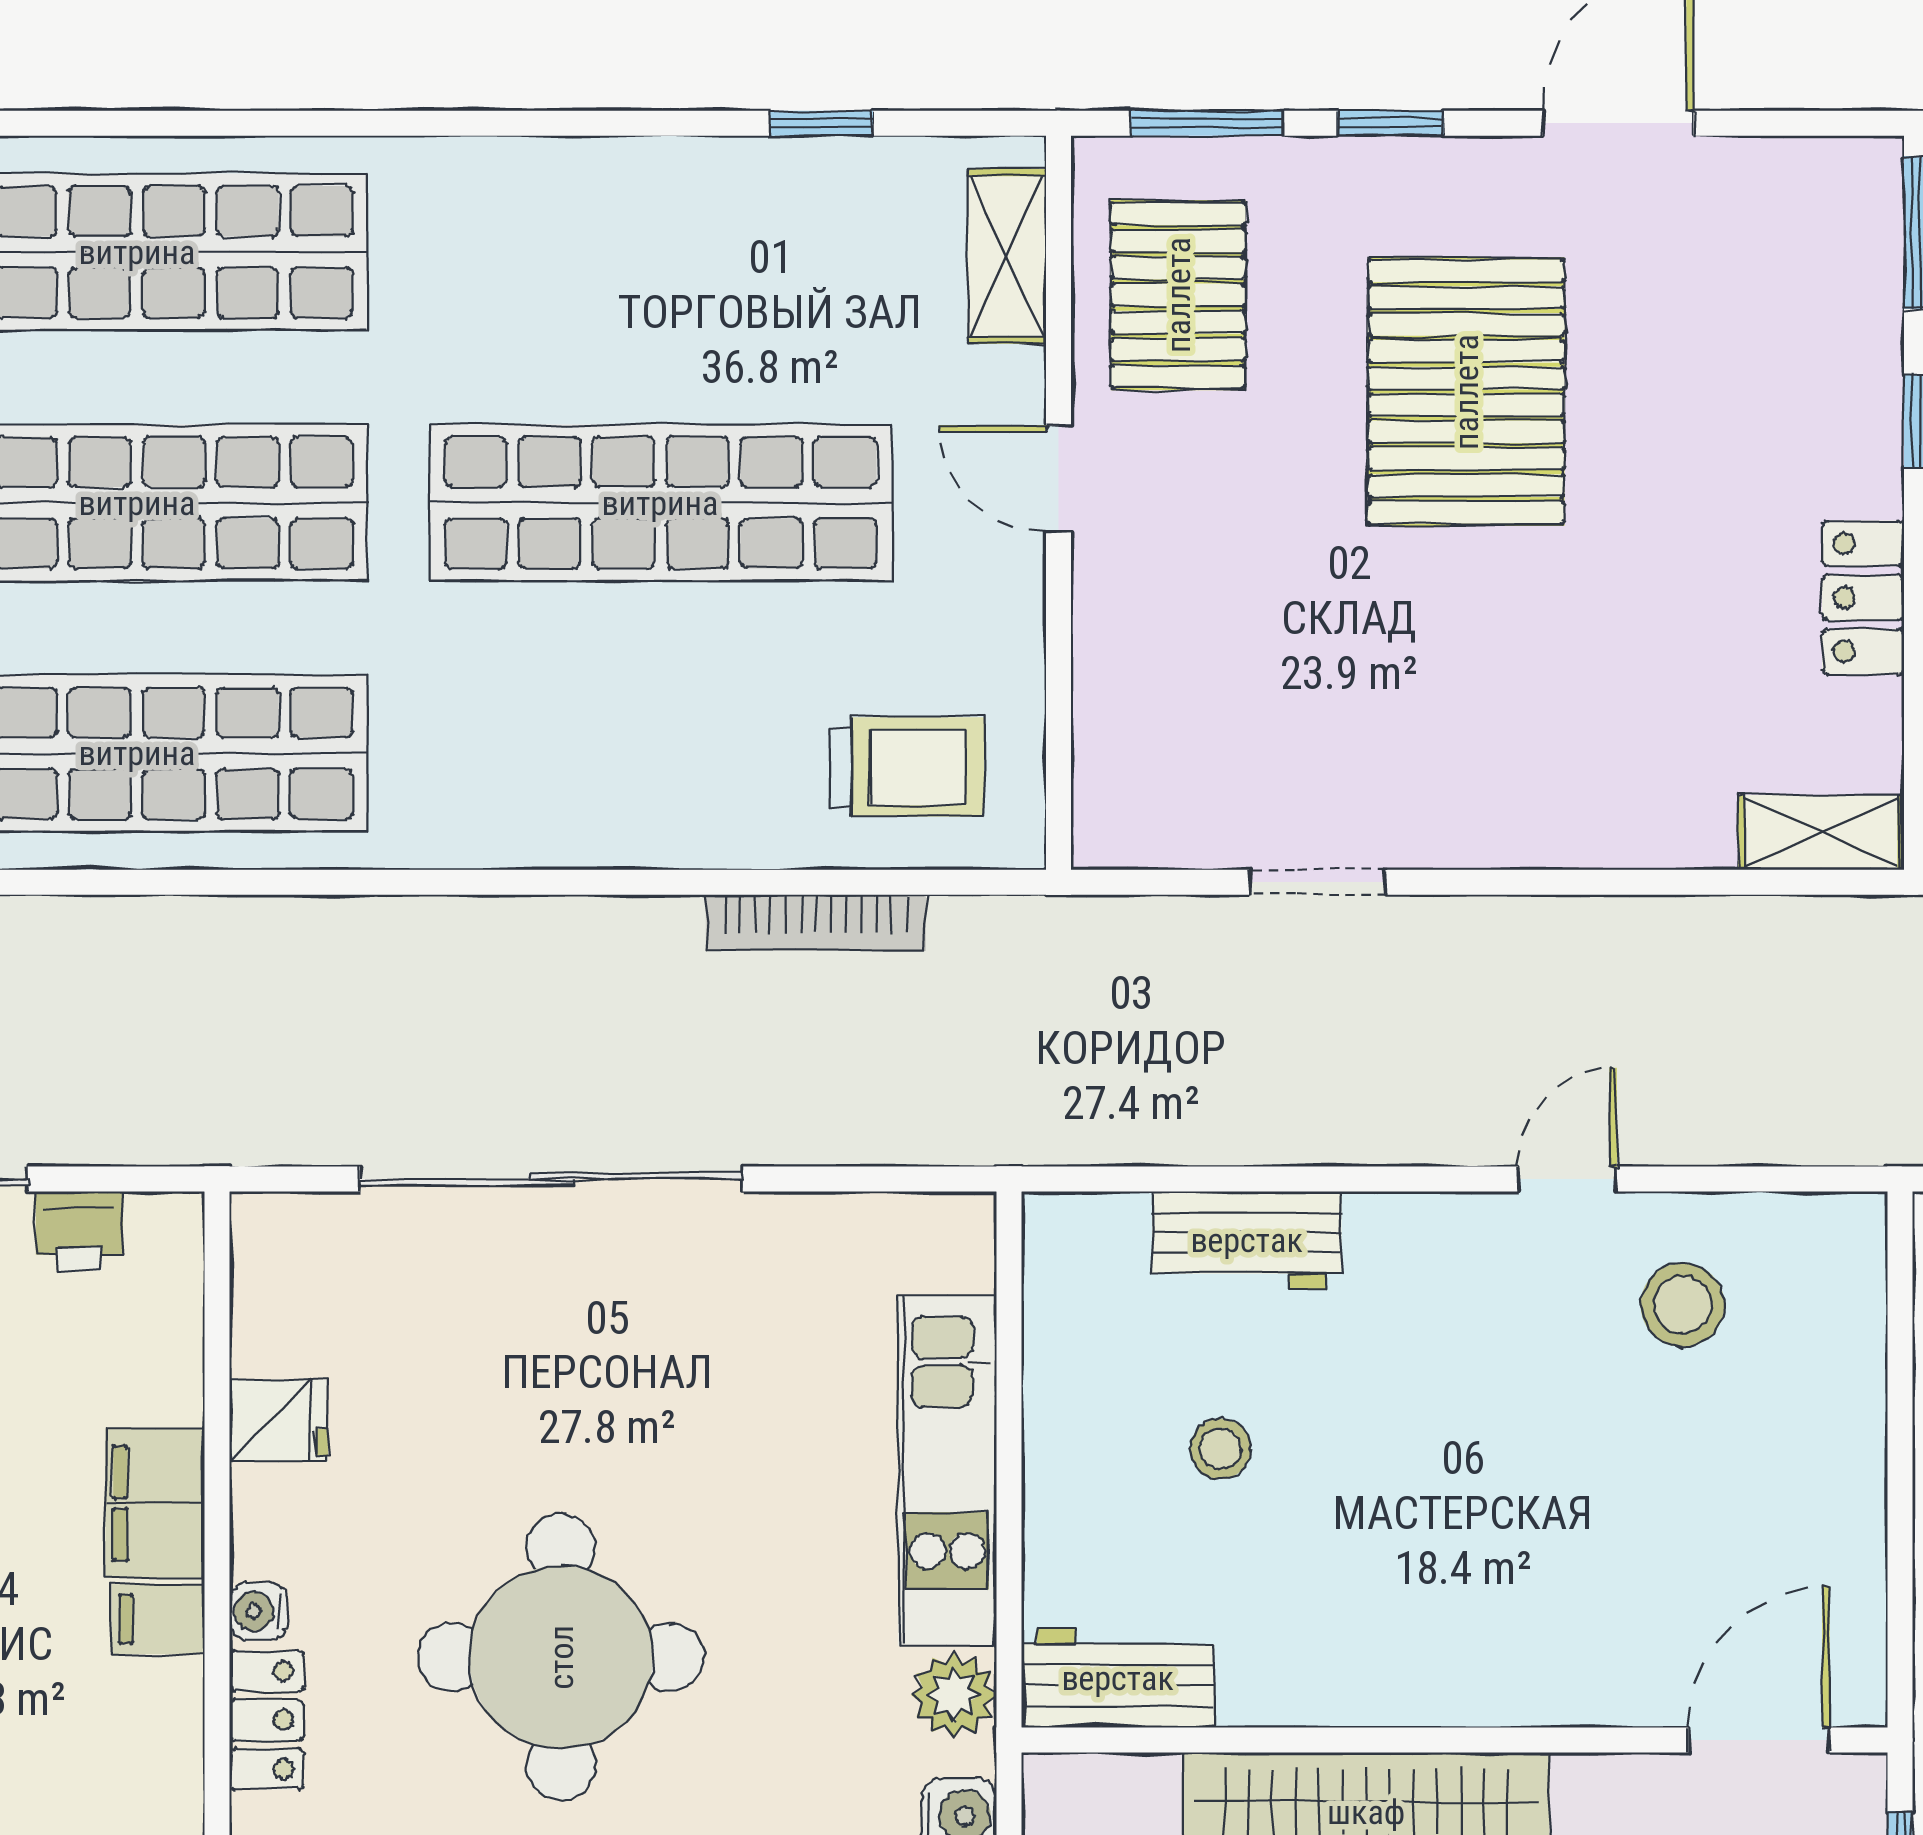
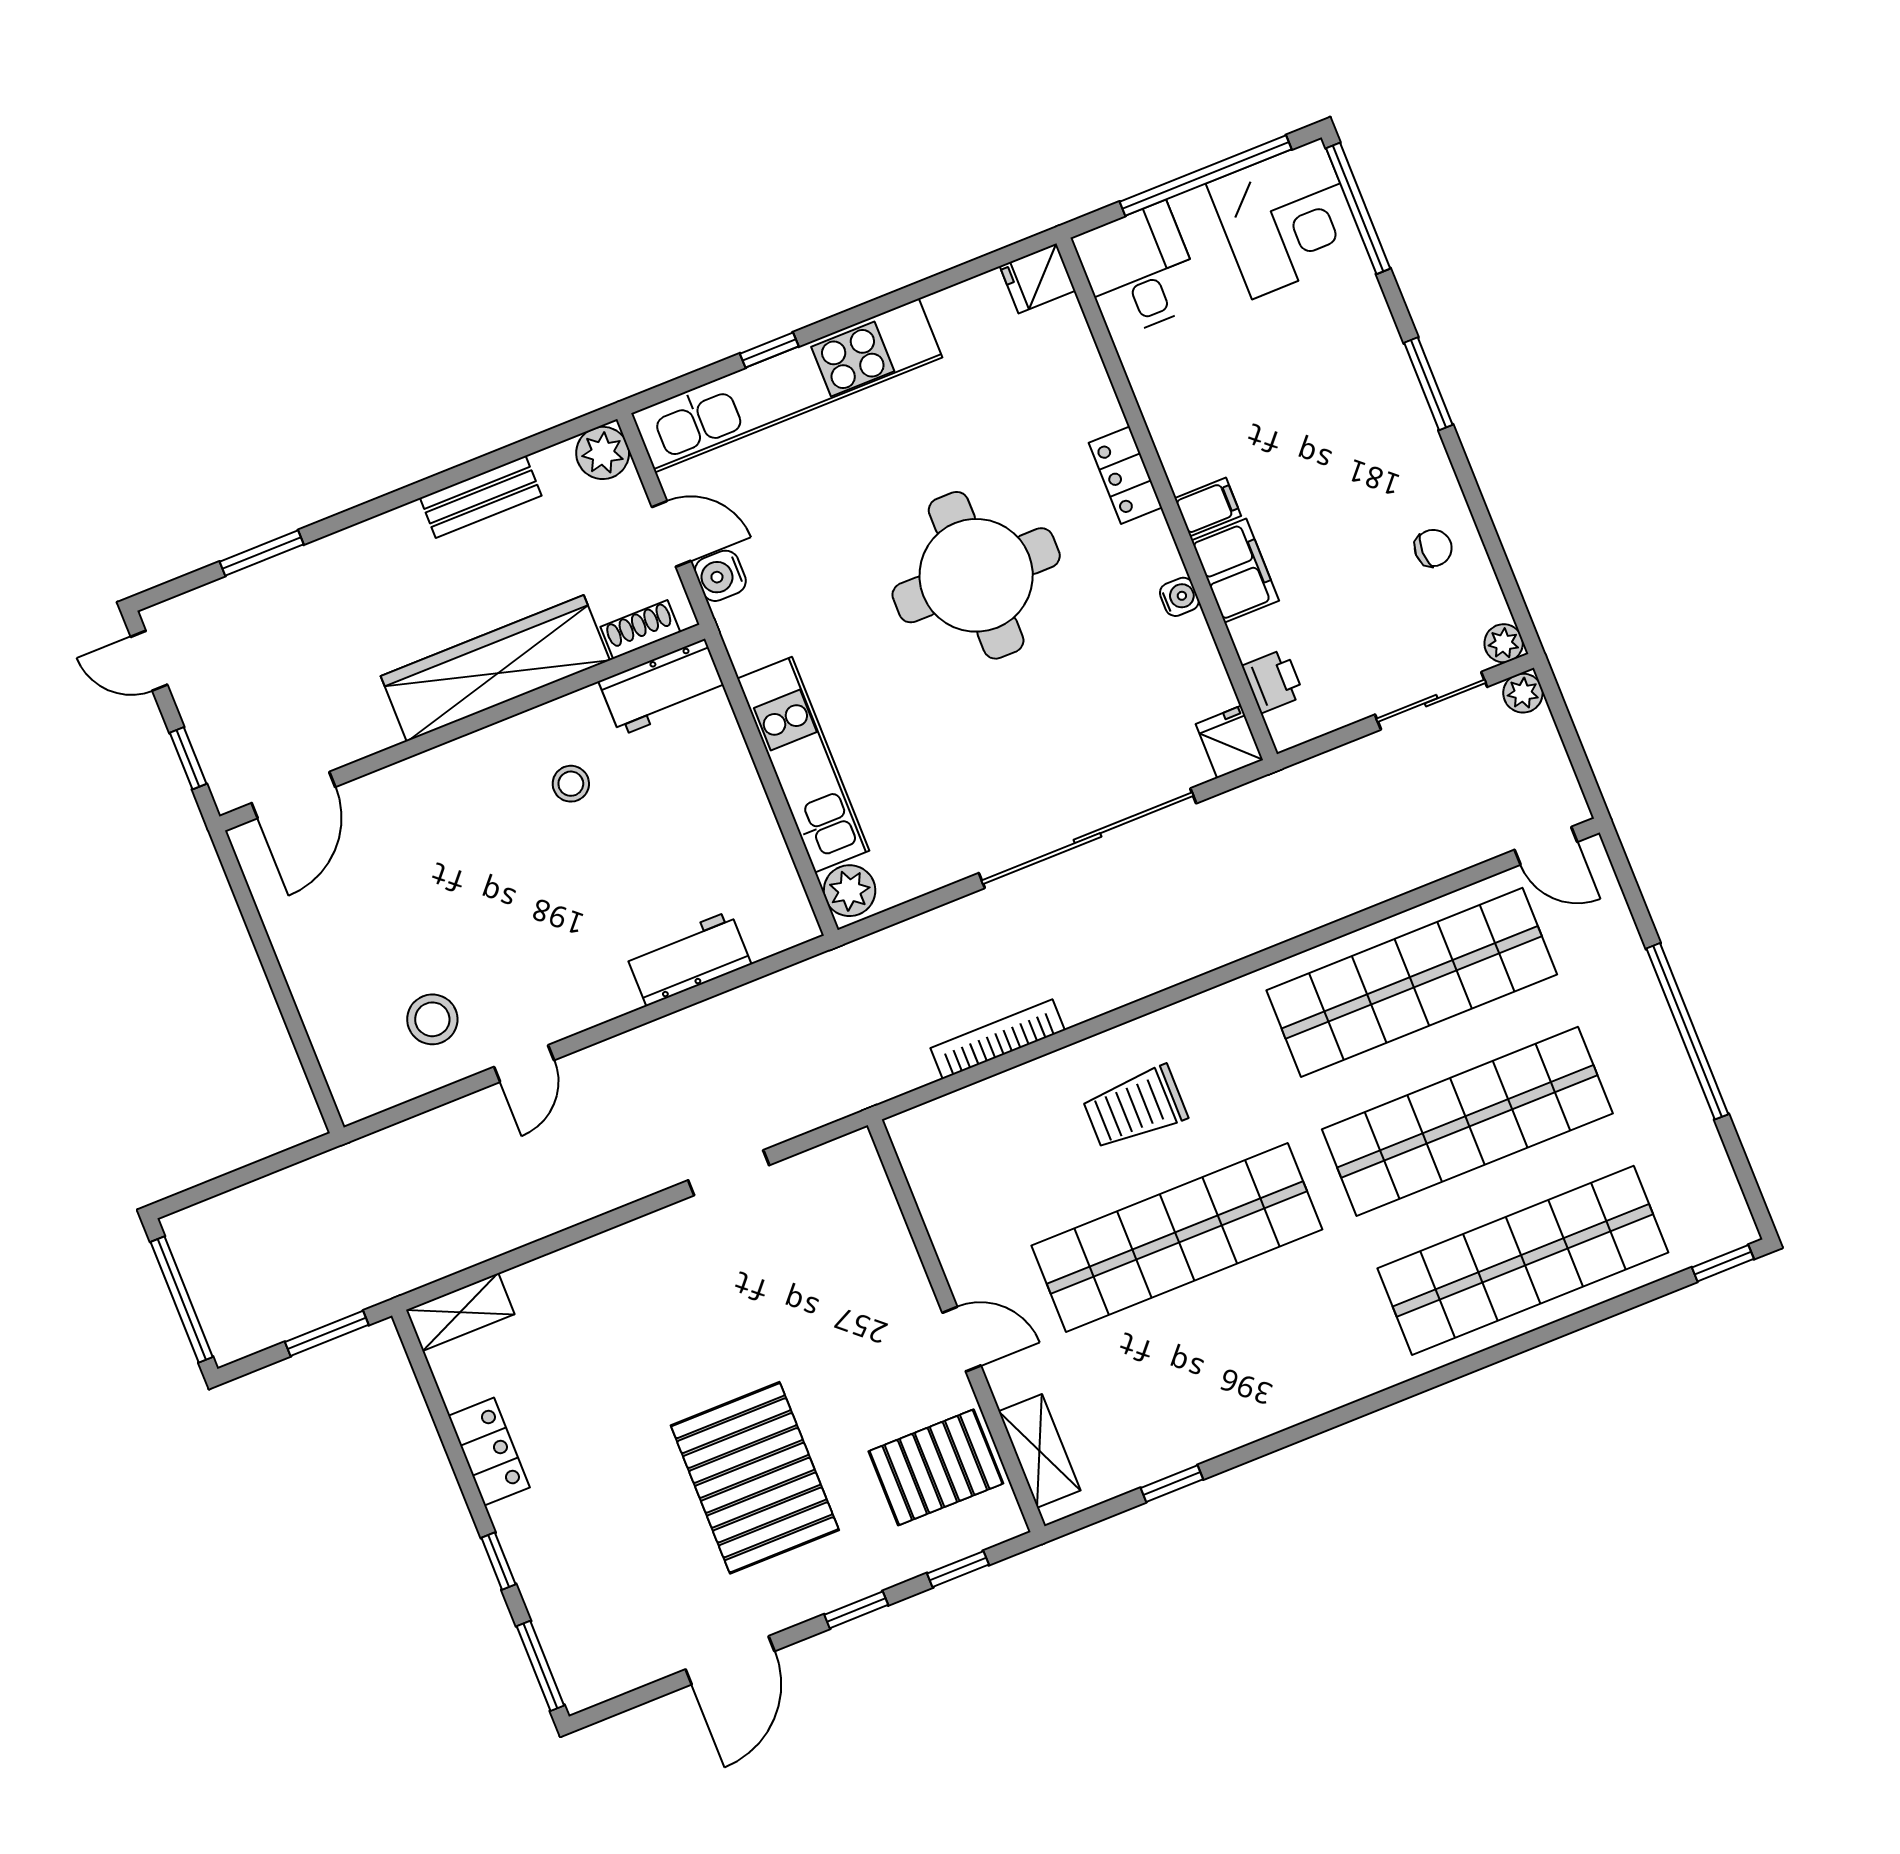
window: (1207, 123) -> (958, 1569), width x0.67
pallet: (1178, 295) -> (936, 1467), turned 90
trolley: (907, 767) -> (1135, 1108), moved
printer: (79, 1231) -> (1273, 681), moved, turned 90
fridge: (279, 1421) -> (1229, 742), moved, turned 90
stool: (1221, 1449) -> (571, 784), moved
water cooler: (258, 1611) -> (1179, 597), moved
plant: (954, 1695) -> (850, 891), moved
shoe rack: (1116, 1782) -> (640, 629), added

